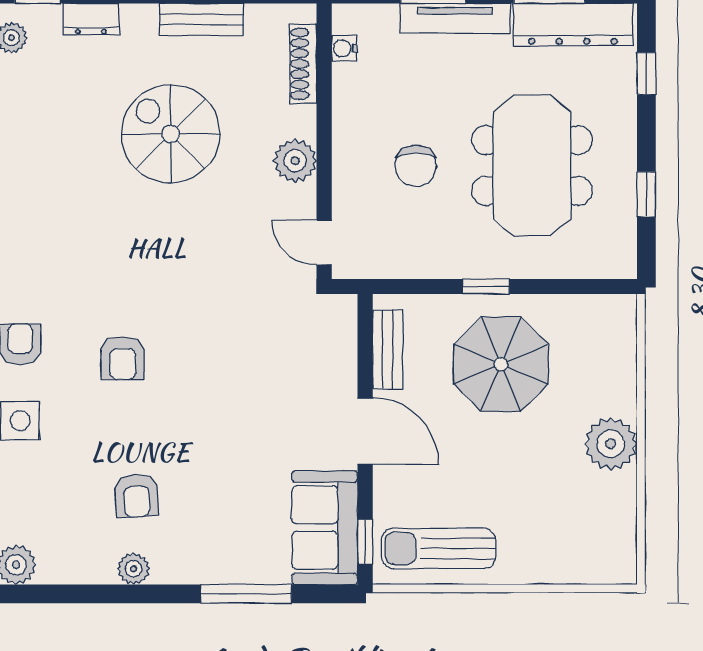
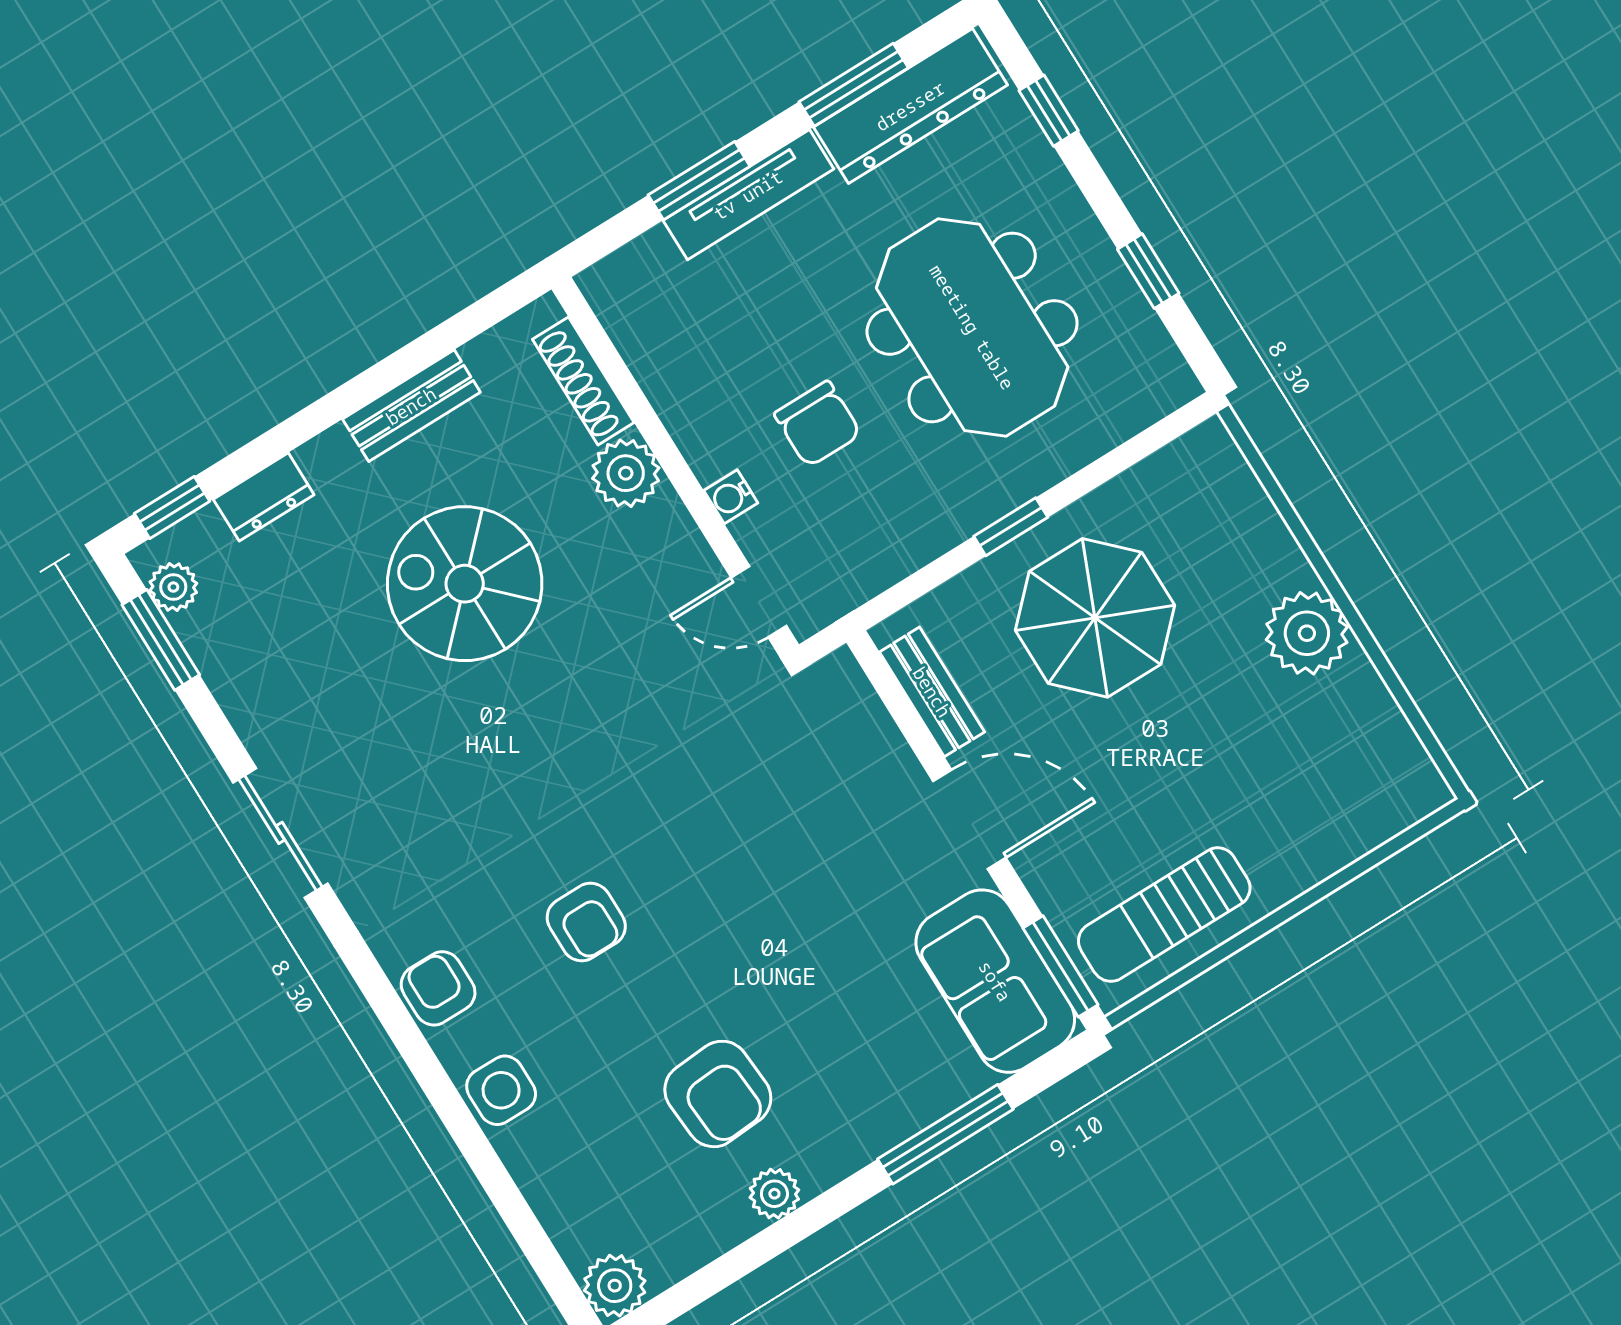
water cooler: (344, 48) -> (731, 497), moved
plant: (295, 161) -> (626, 473), moved
armchair: (136, 496) -> (718, 1094), width x1.38, depth x1.38
window: (365, 542) -> (1061, 966), width x1.50

